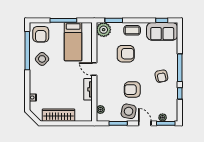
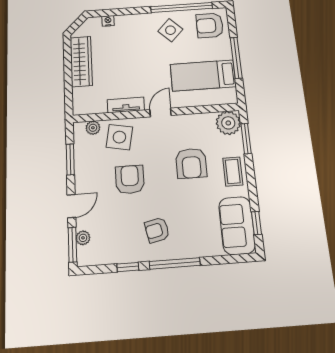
side table: (129, 111) -> (119, 137), moved

